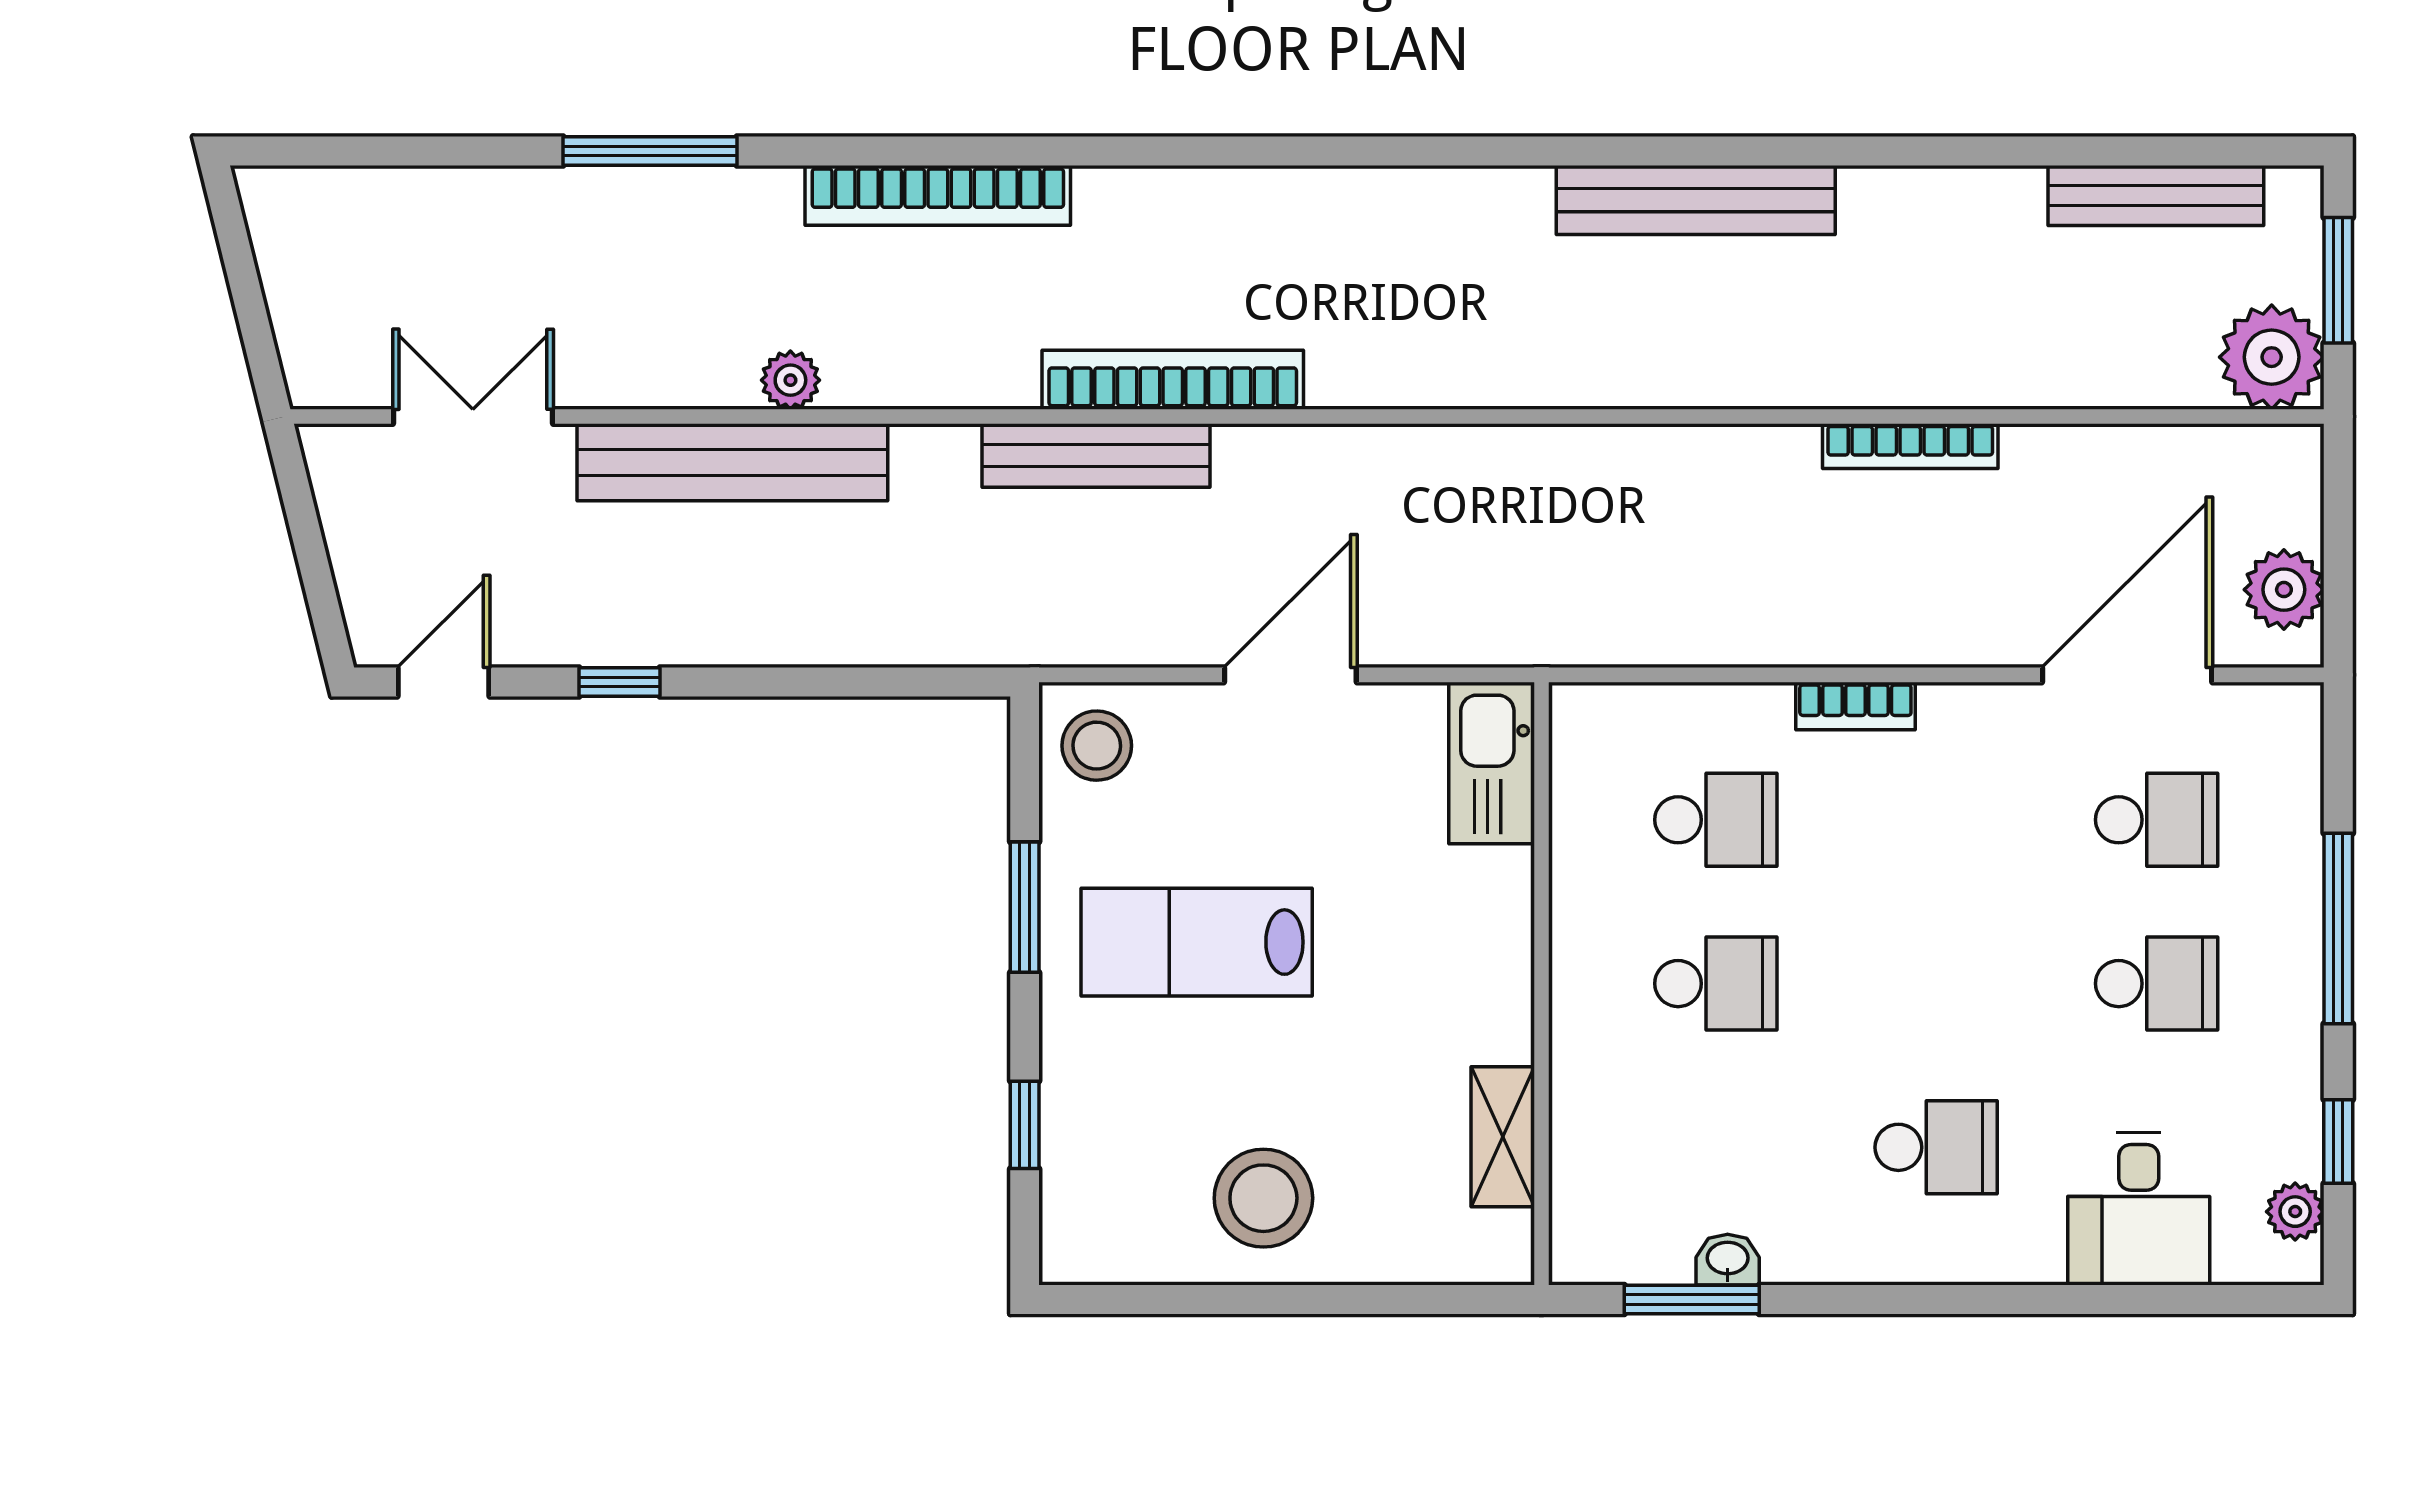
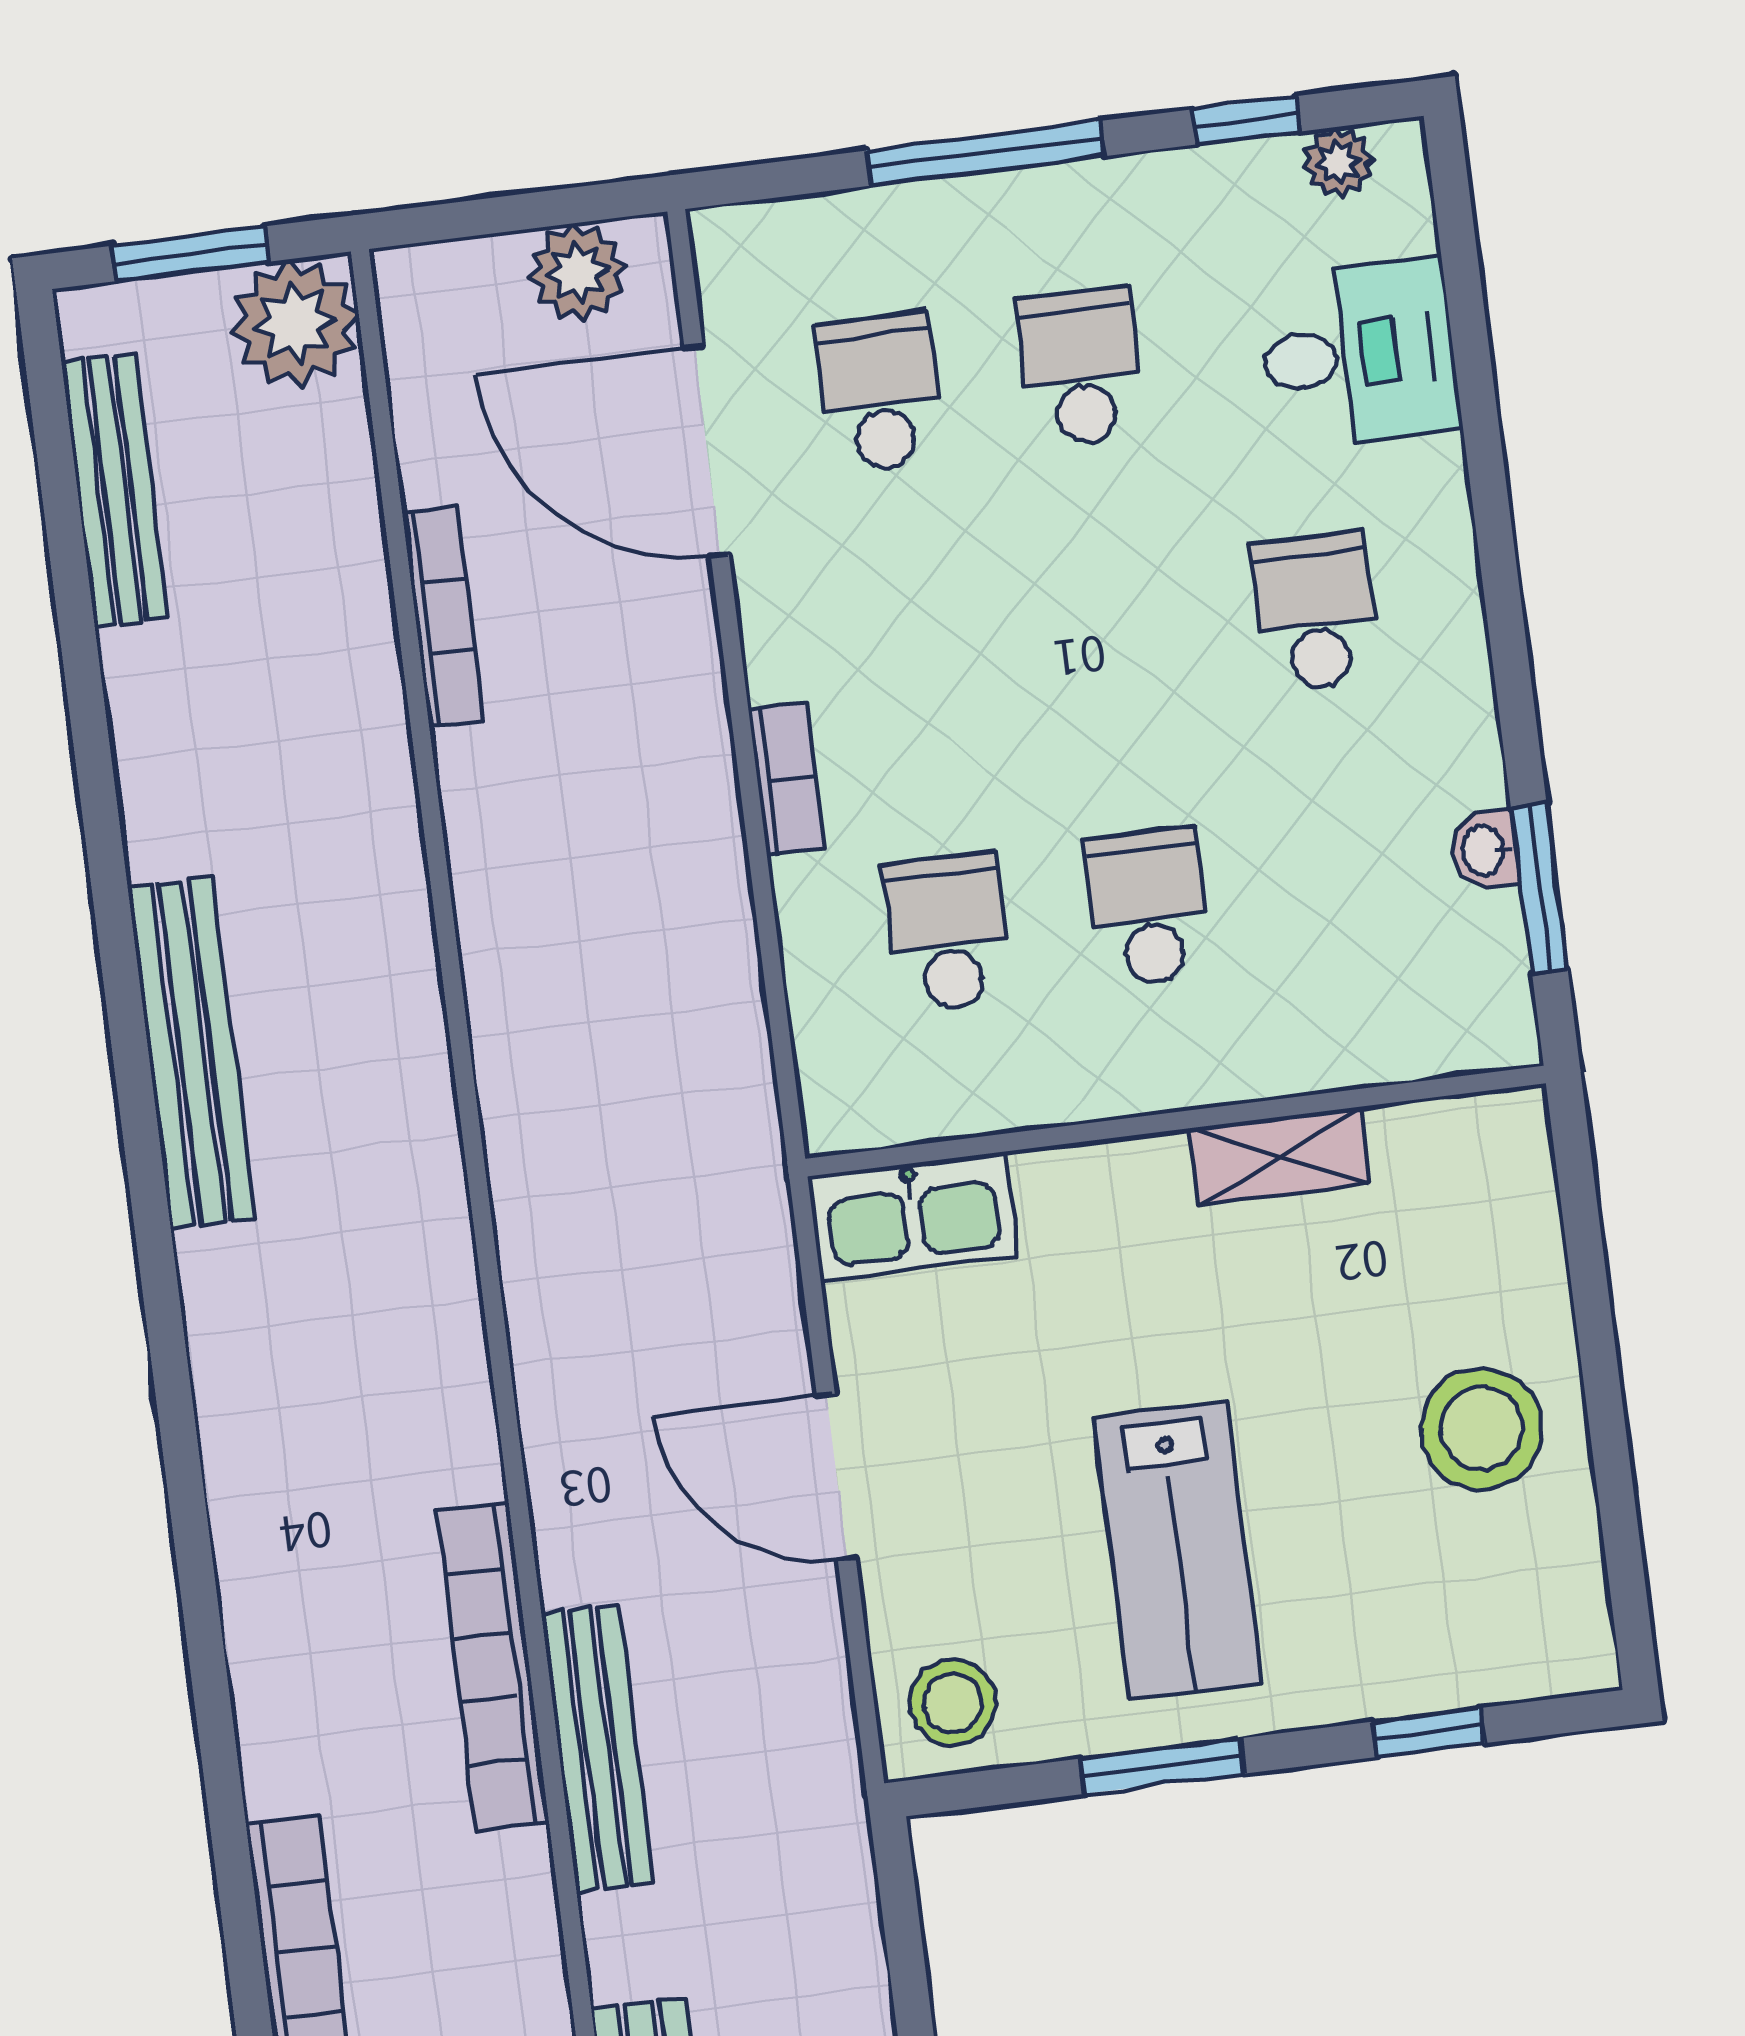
bookcase: (1910, 446) -> (443, 616), moved
shelving: (1503, 1137) -> (1279, 1156), moved

